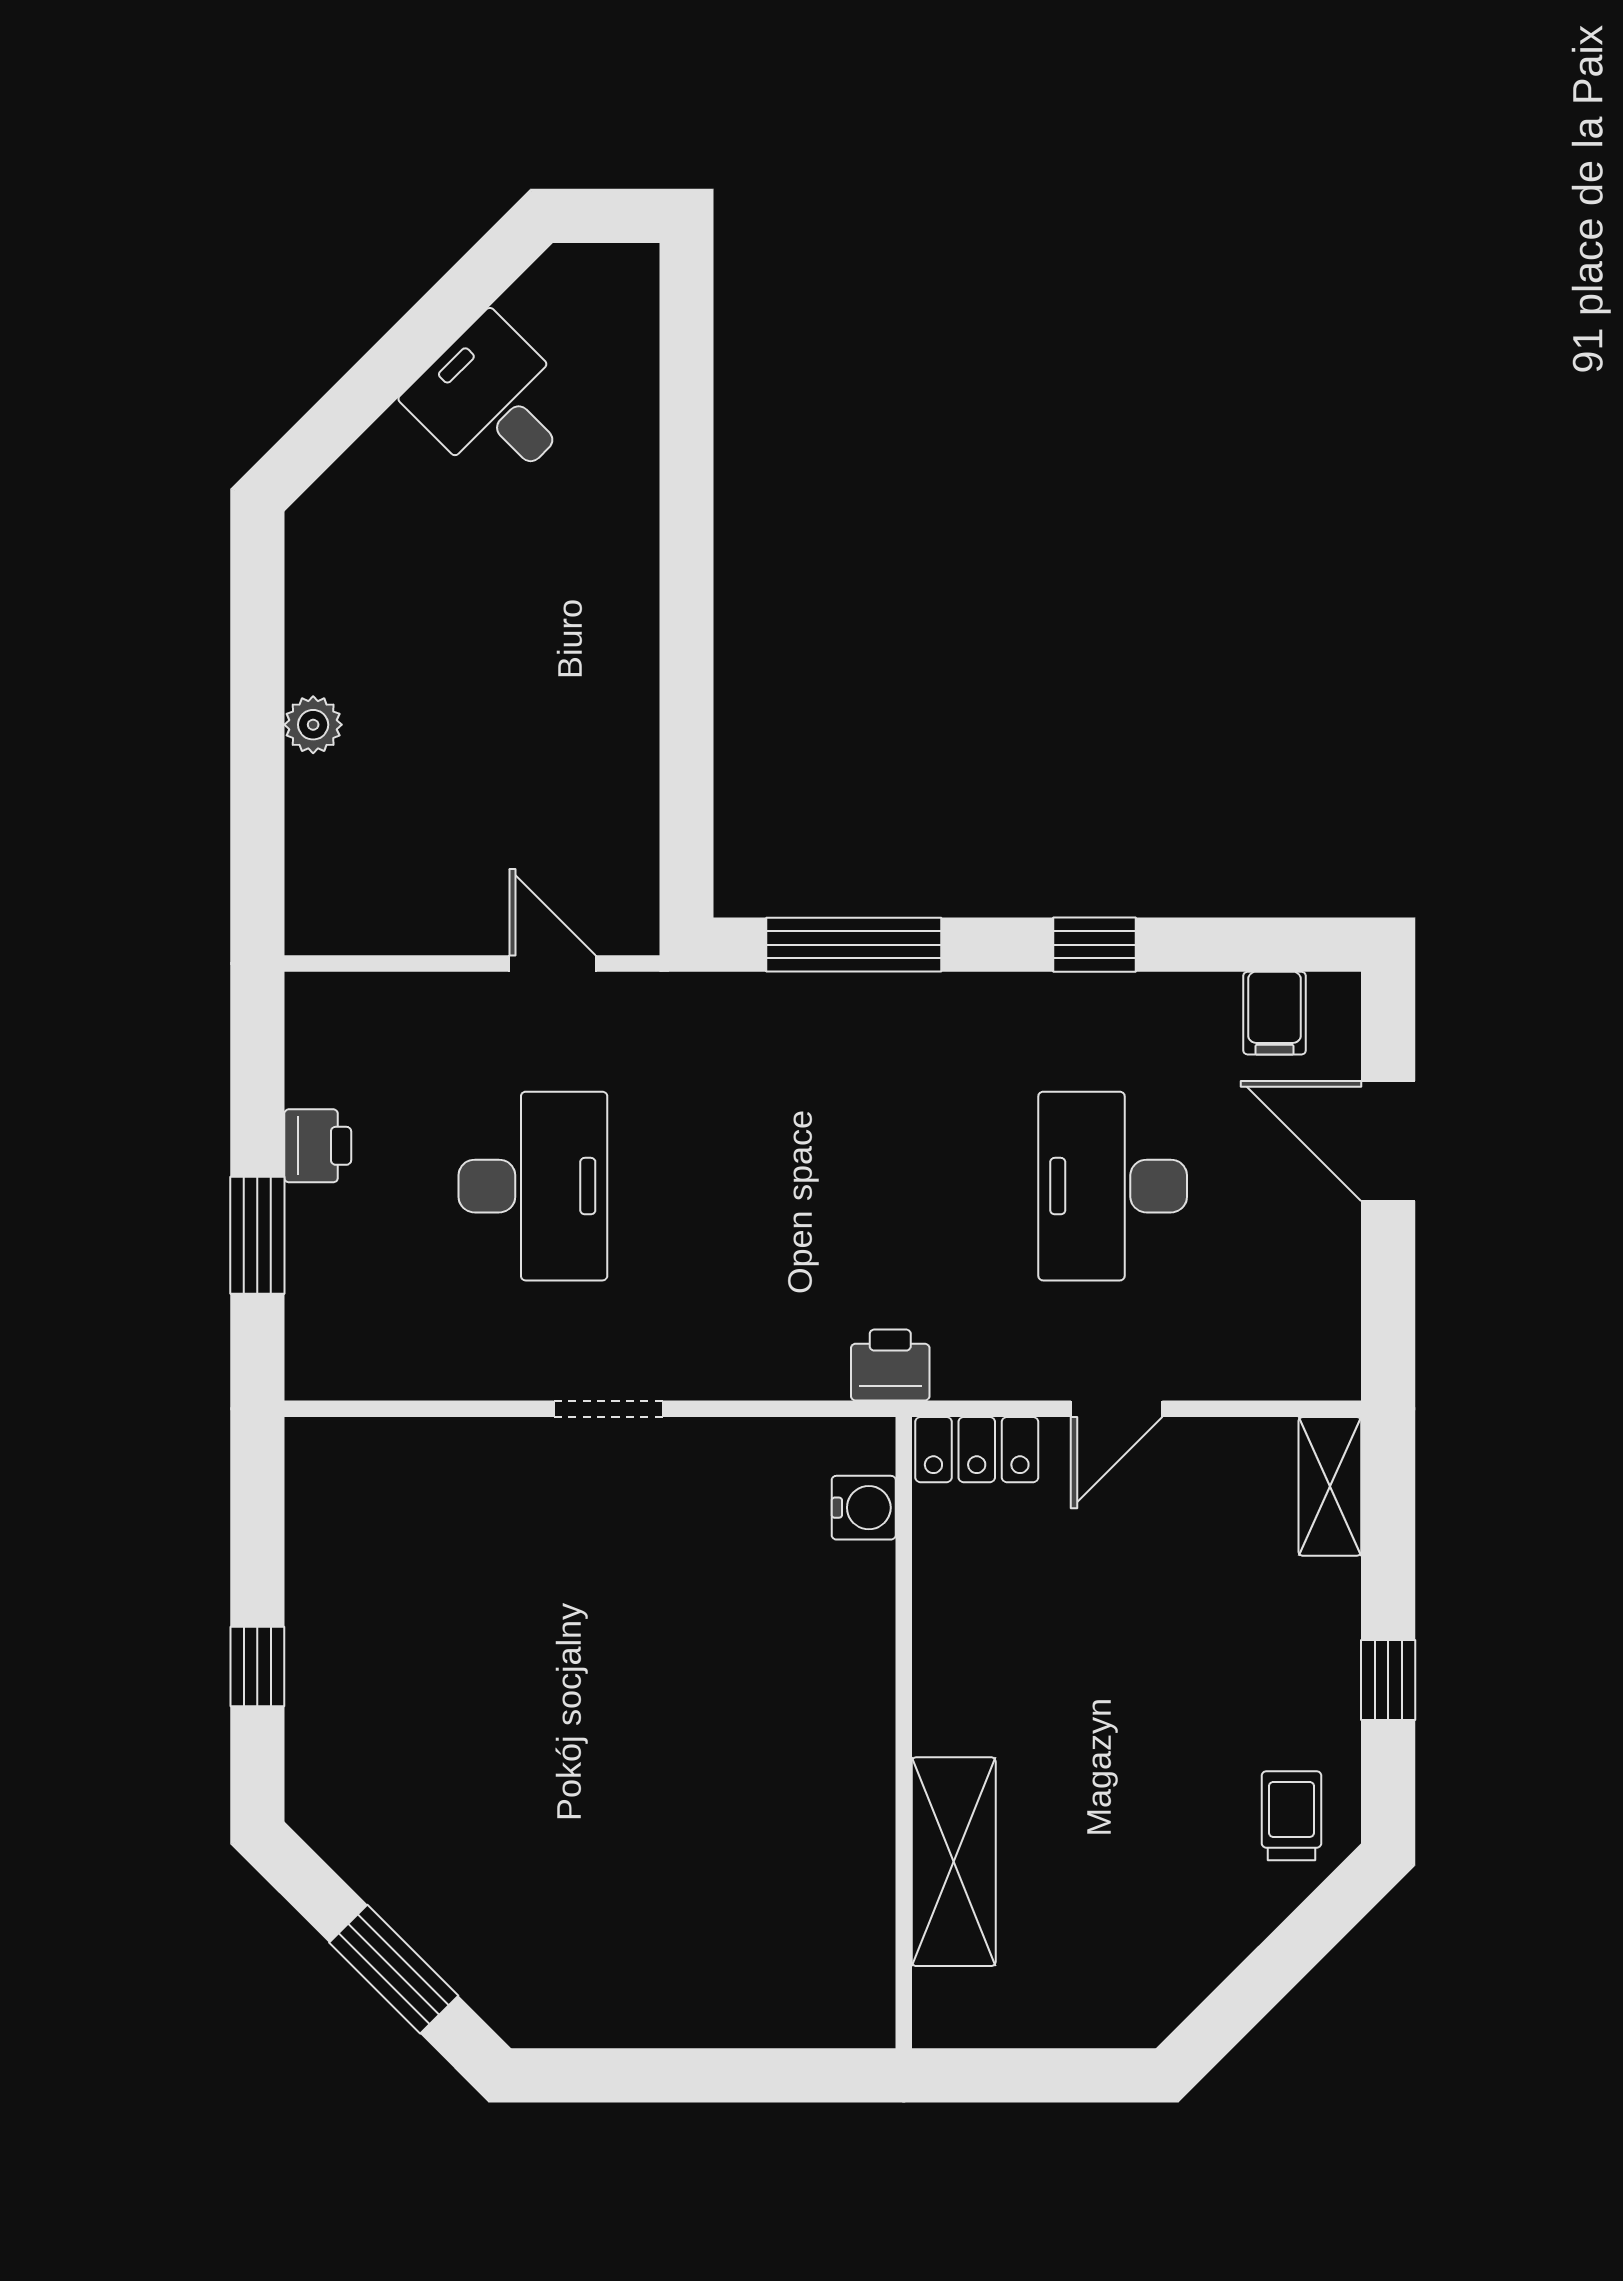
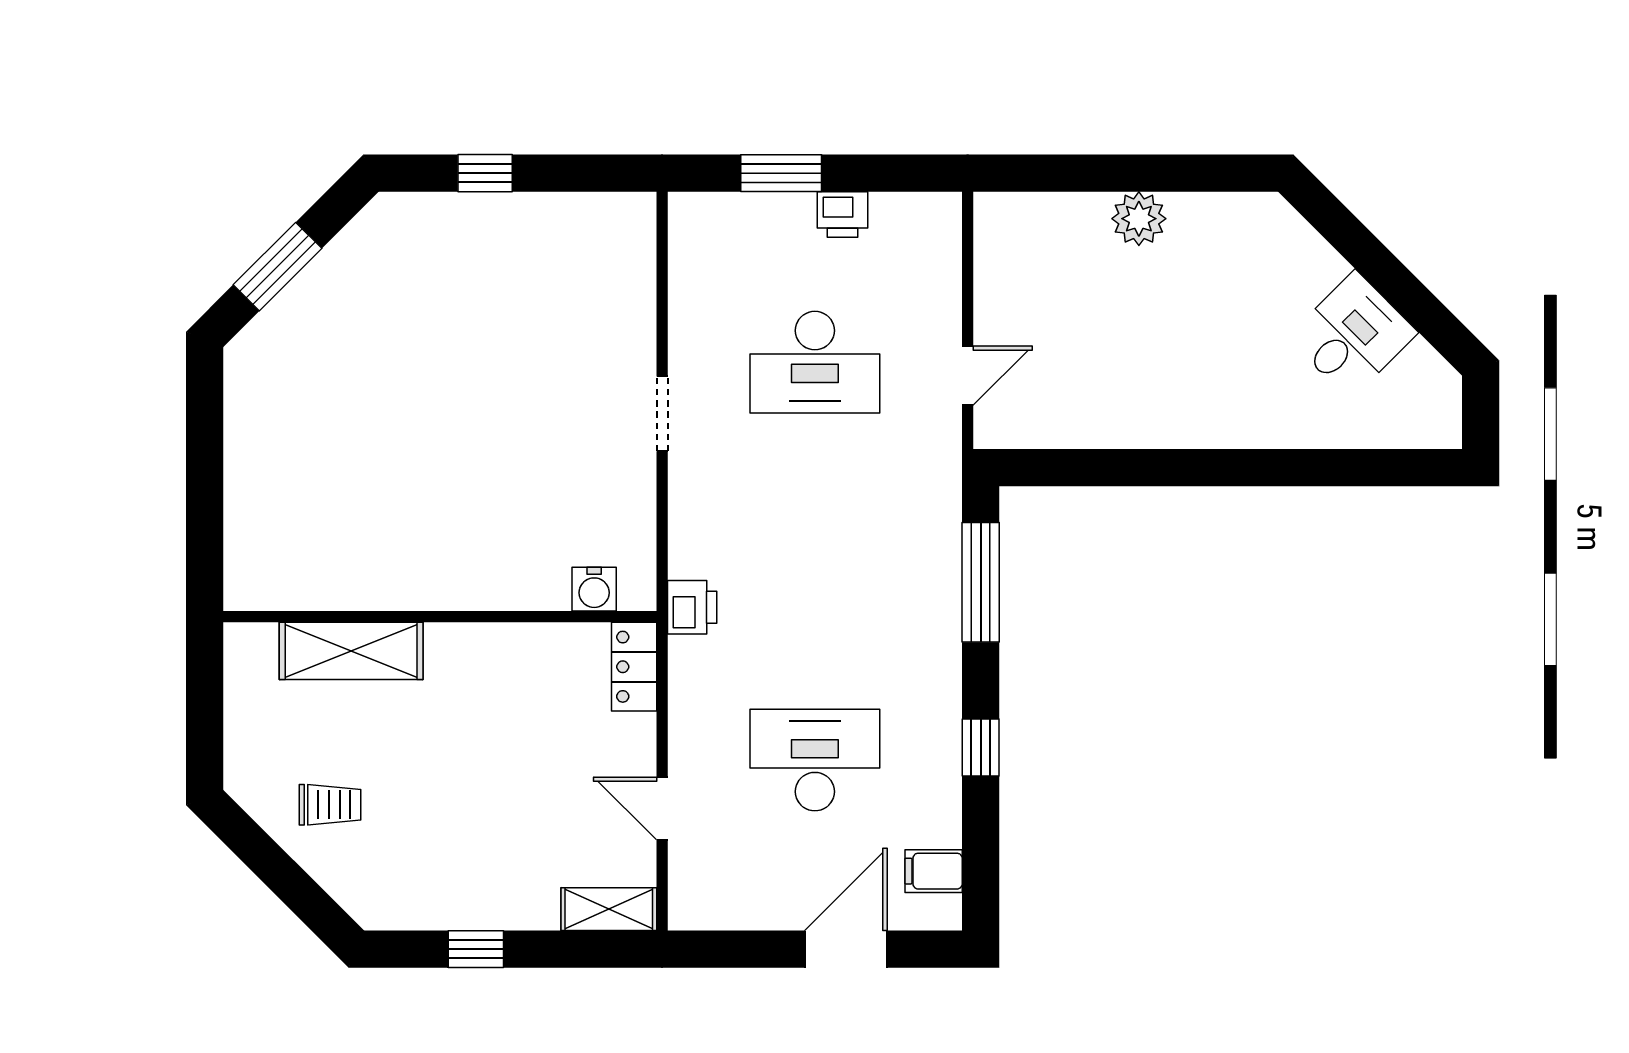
plant: (313, 725) -> (1139, 219), width x1.38, depth x1.38
door: (1117, 1409) -> (662, 808), moved
trolley: (1292, 1816) -> (330, 805), moved

